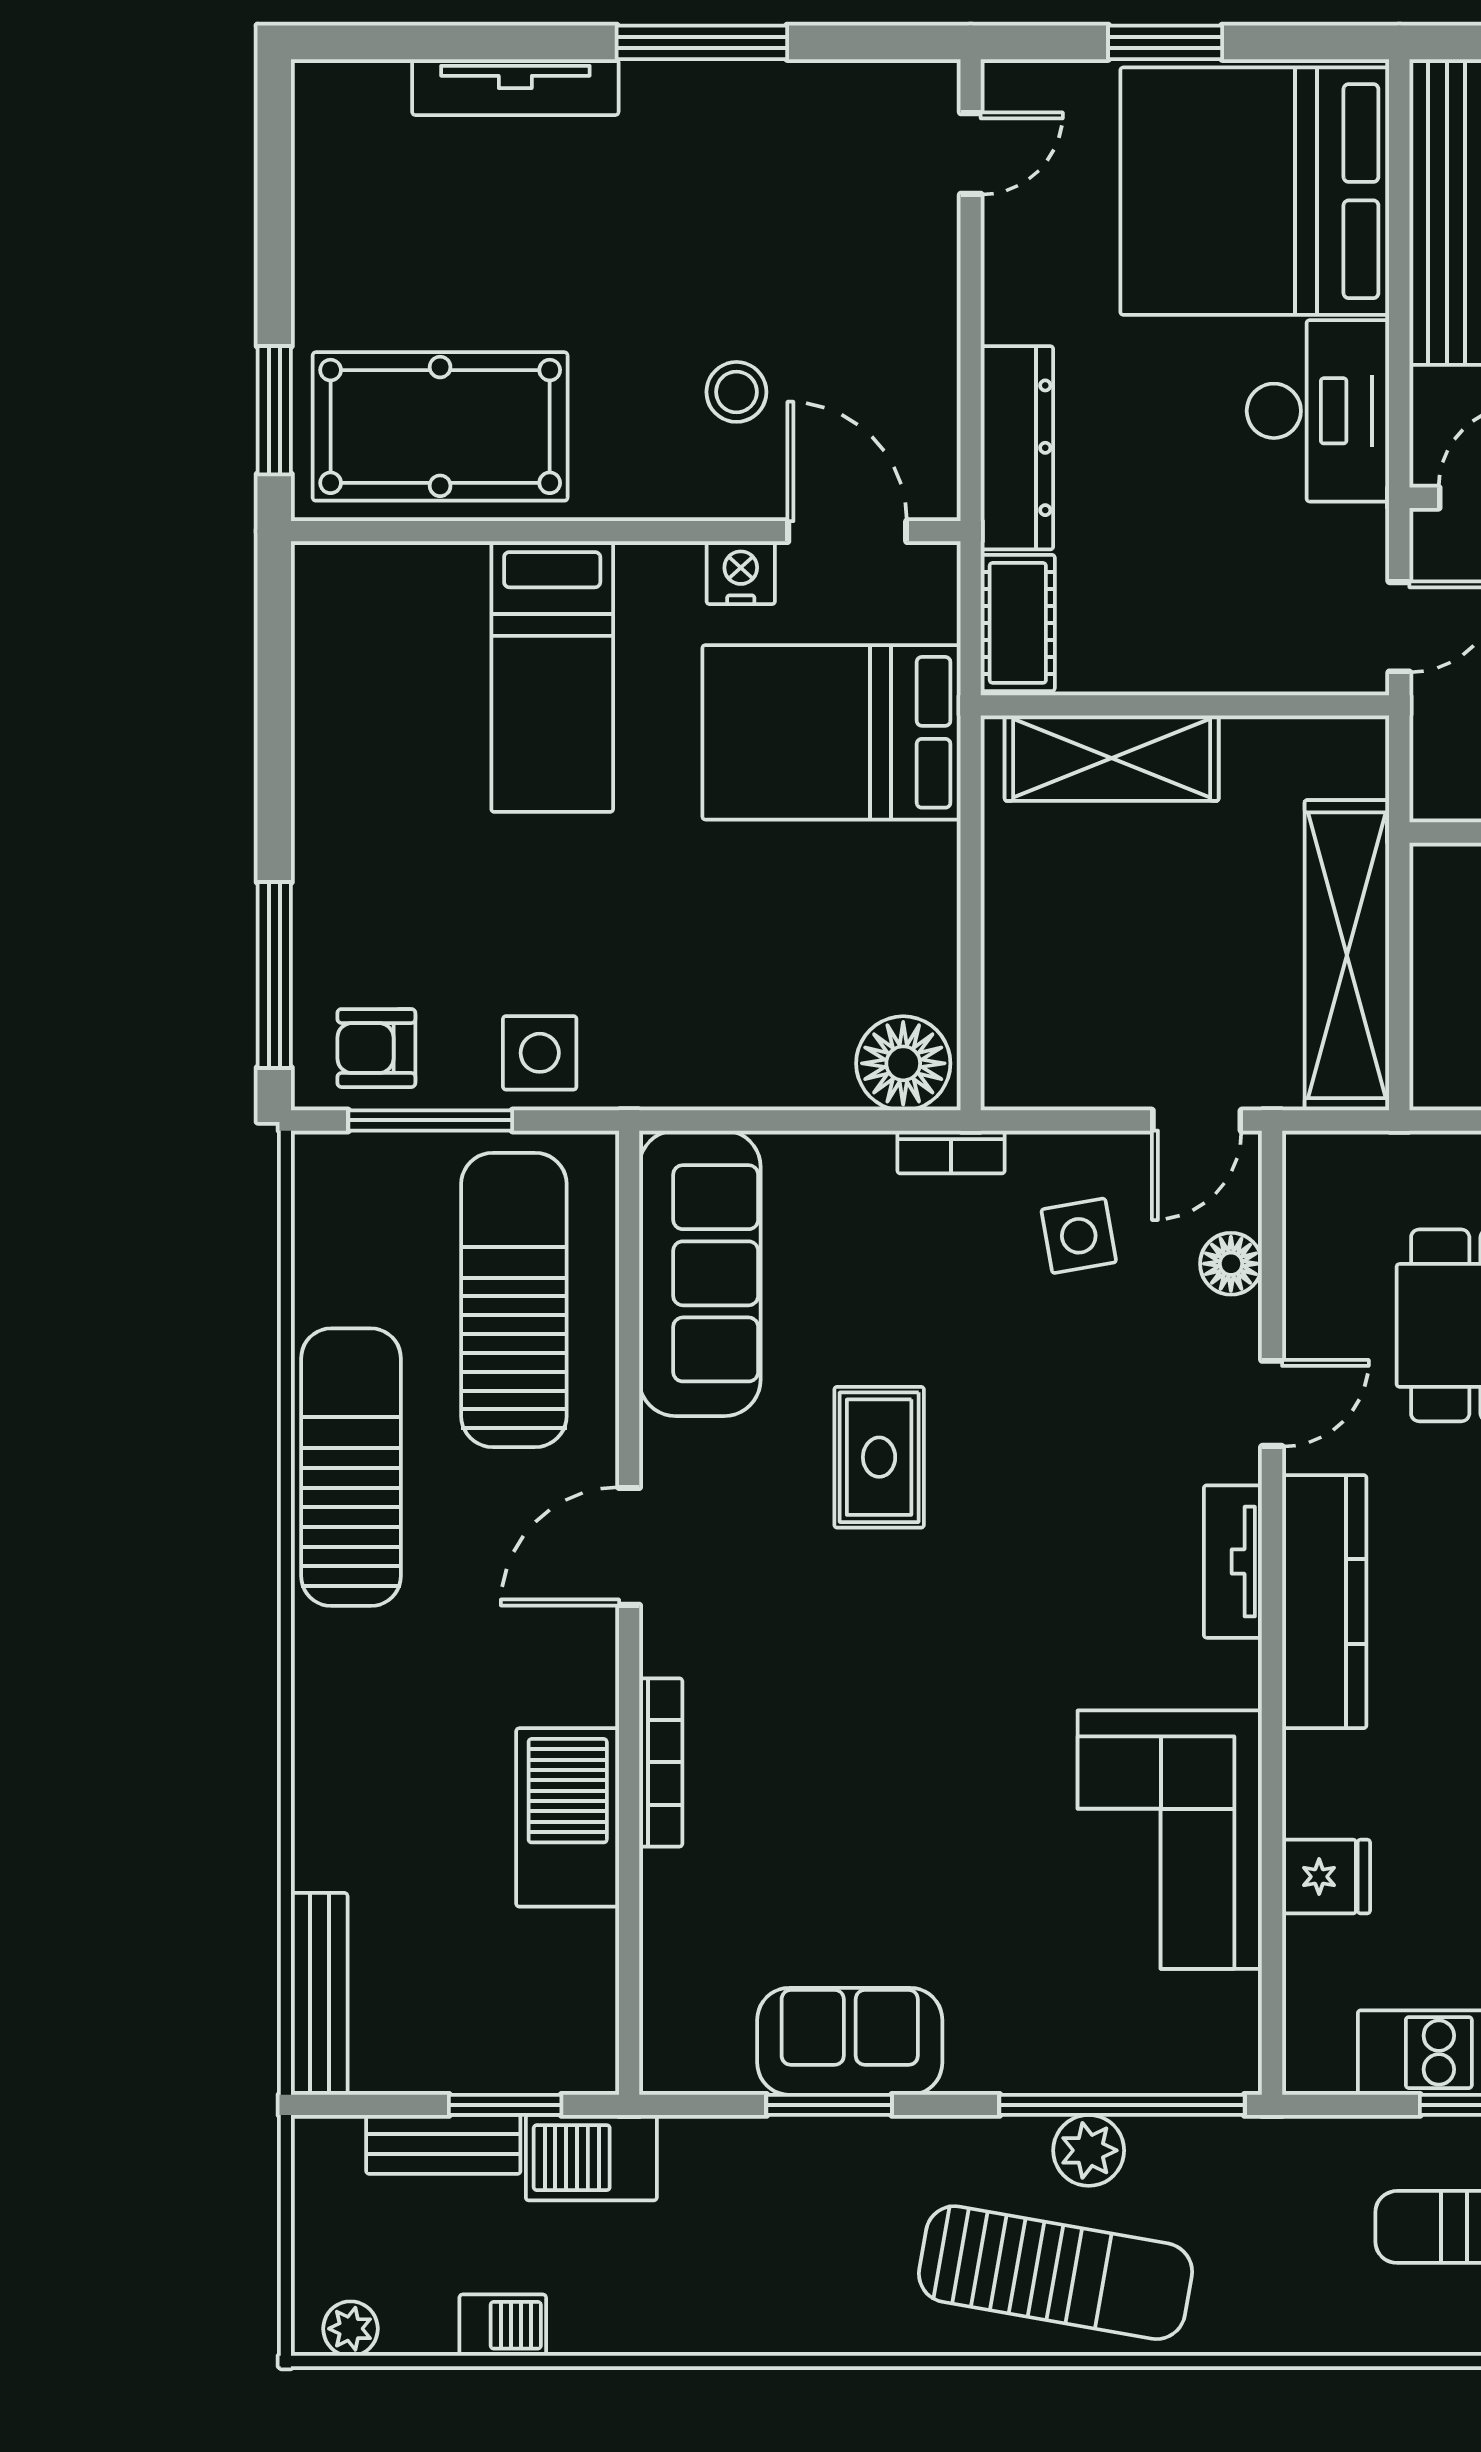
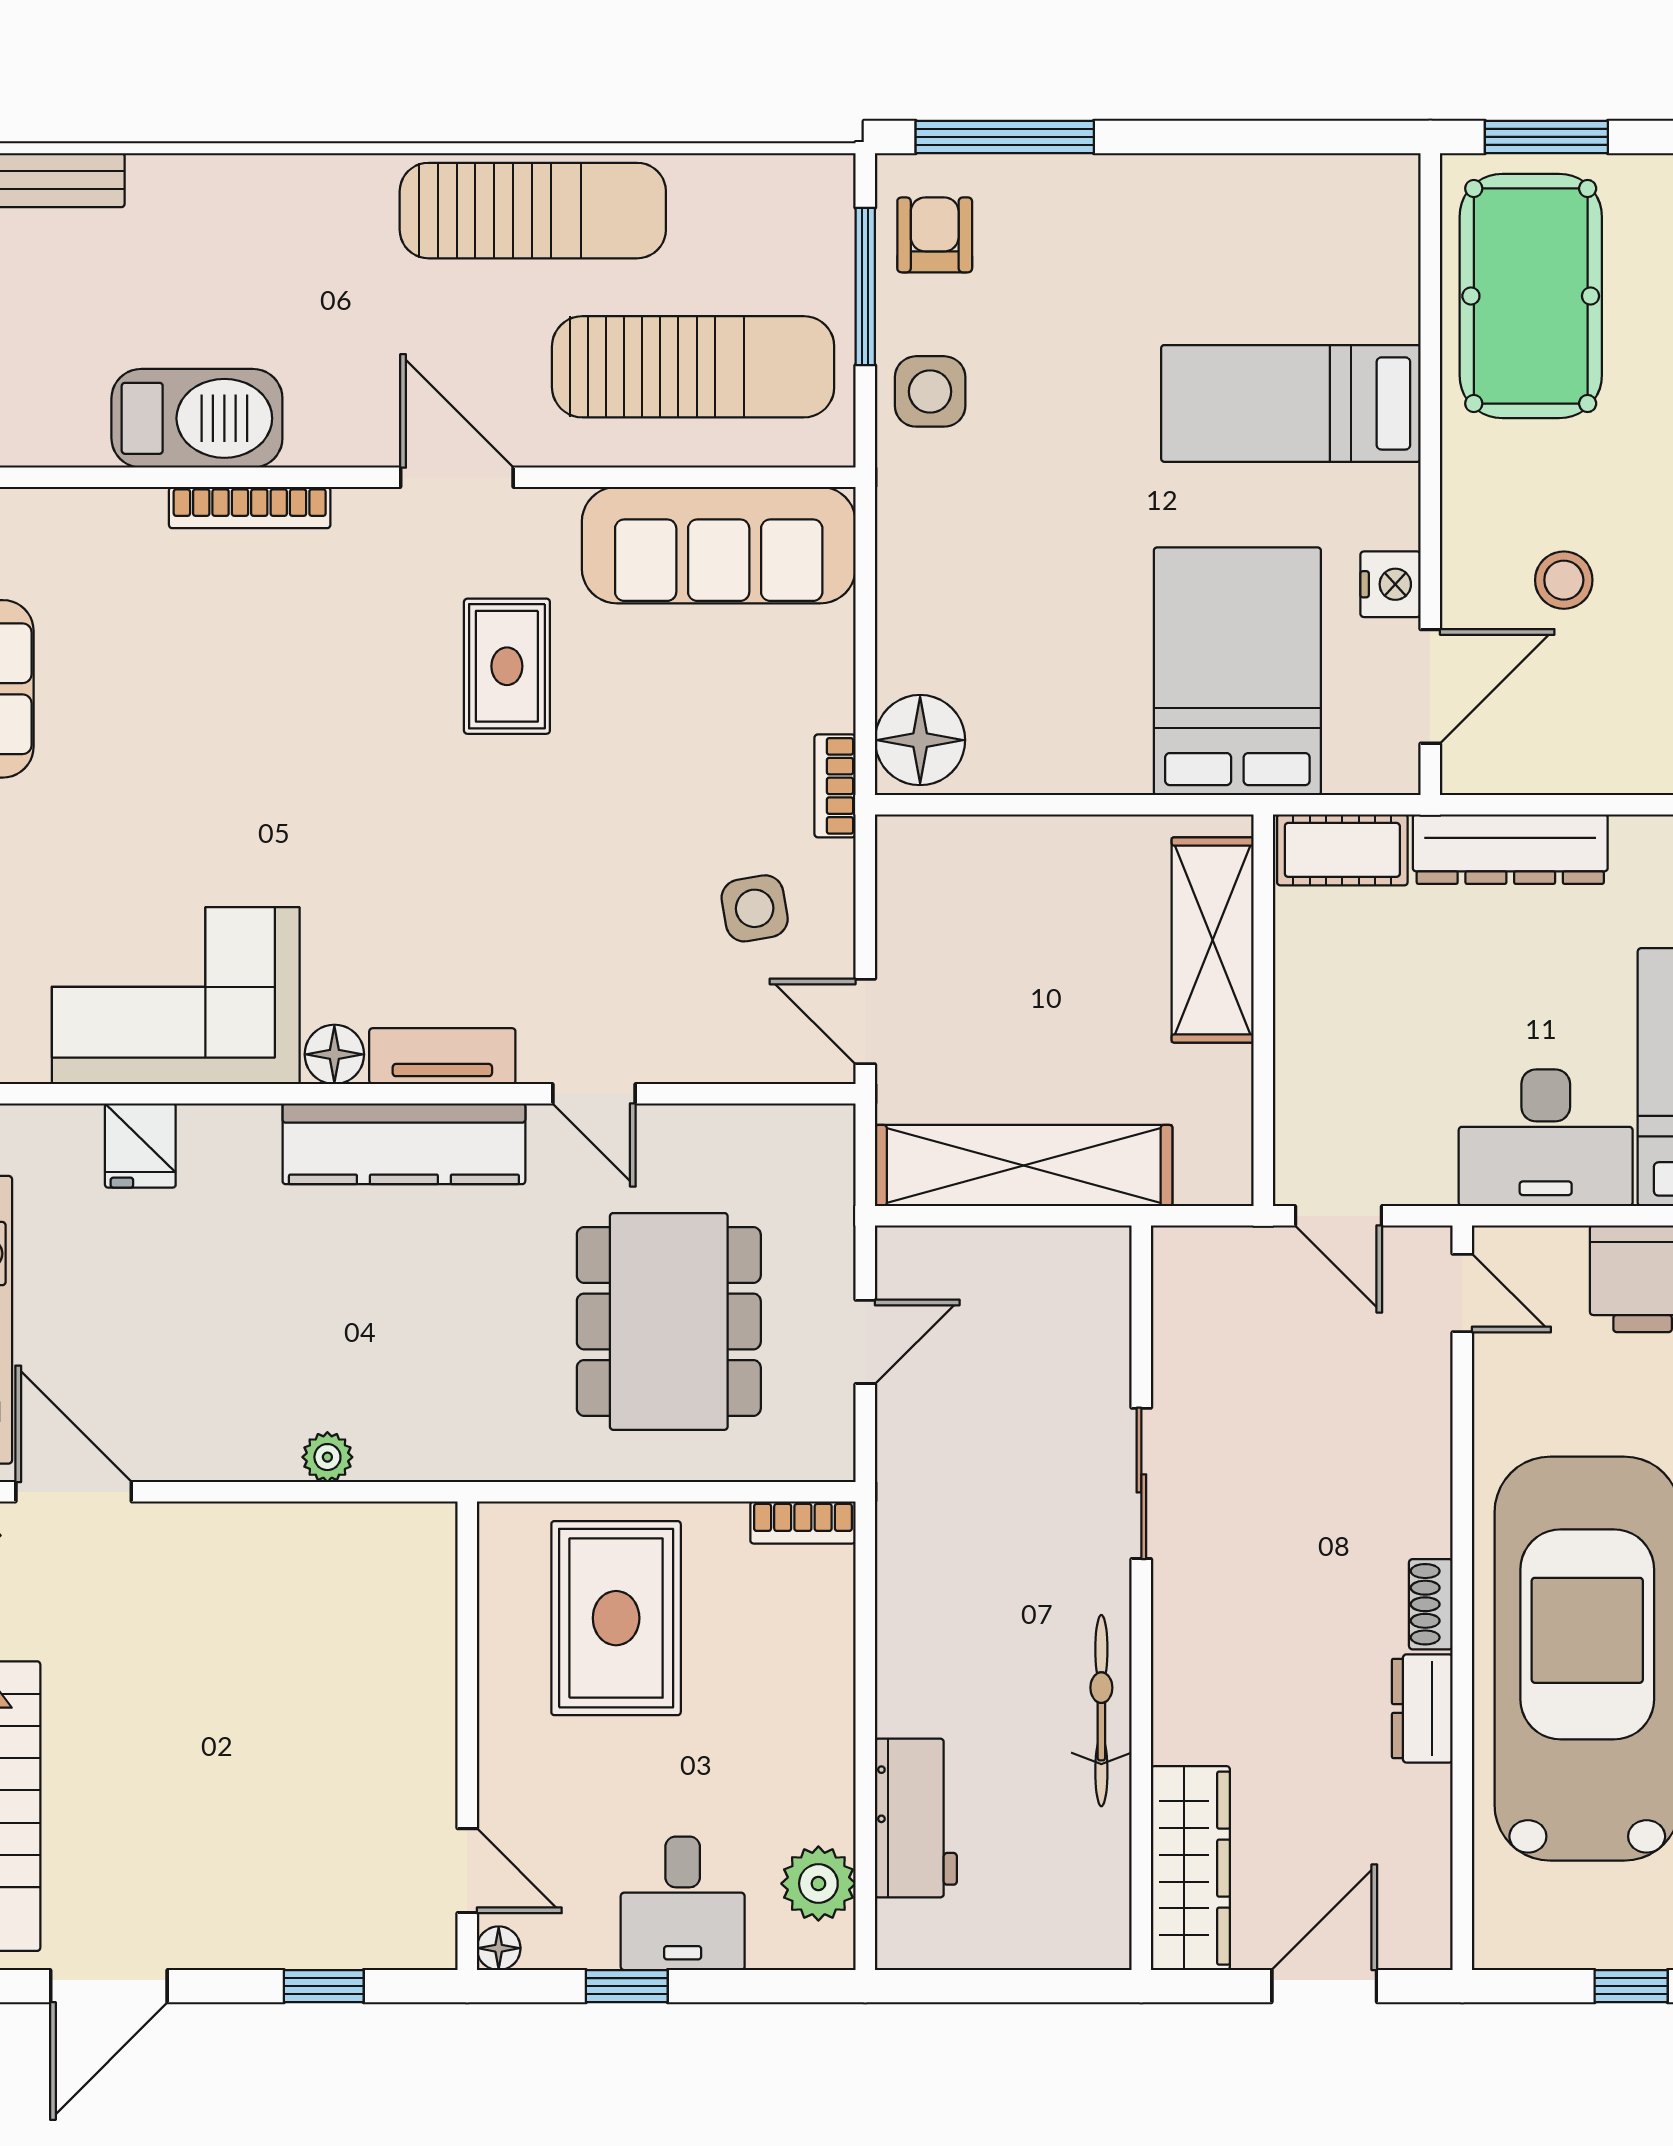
floor lamp: (1231, 1264) -> (334, 1054), moved
rug: (879, 1457) -> (507, 666), moved, turned 90

